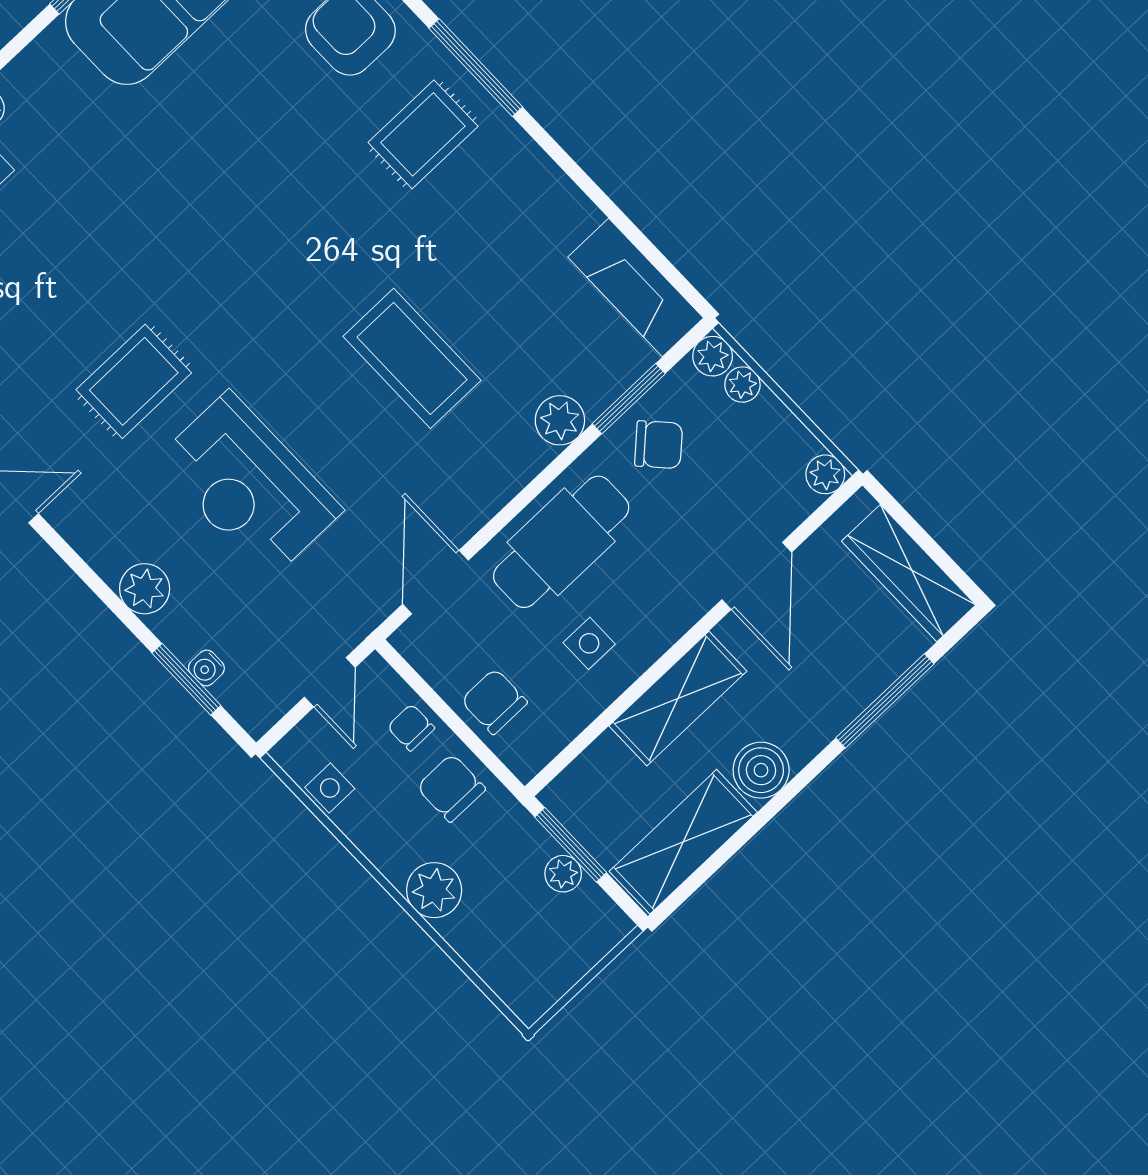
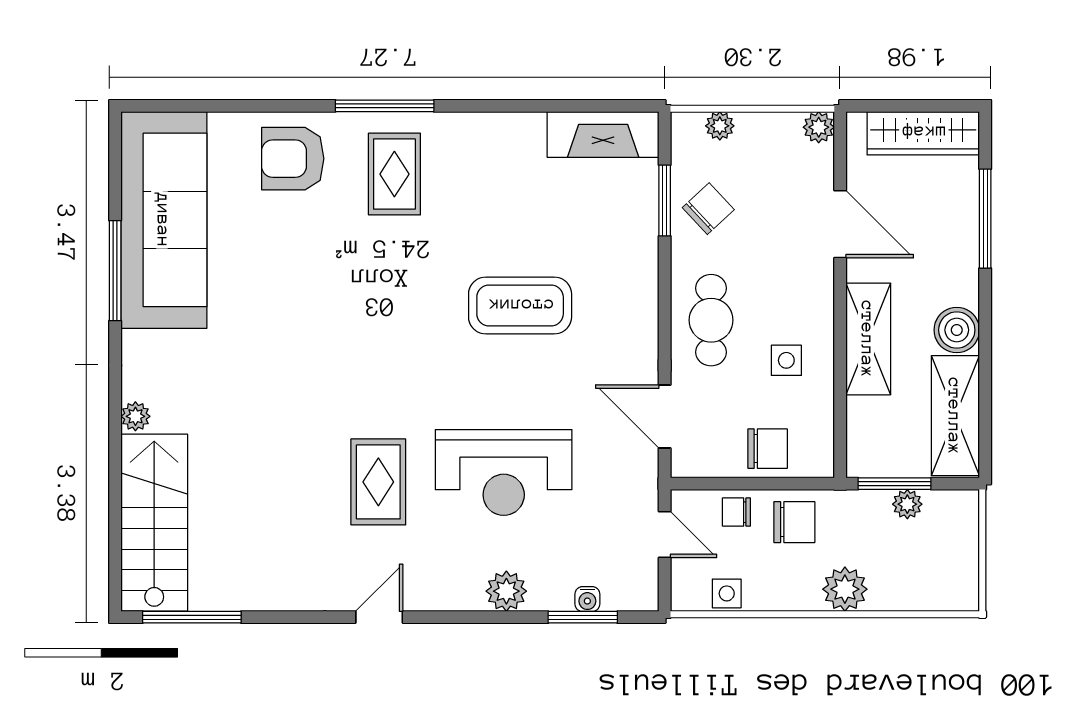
plant: (713, 356) -> (686, 128), removed
plant: (560, 420) -> (639, 253), removed
cafe table: (561, 542) -> (711, 320), width x0.73, depth x0.74
chair: (494, 702) -> (768, 449), turned 180
chair: (451, 788) -> (794, 522), turned 180

